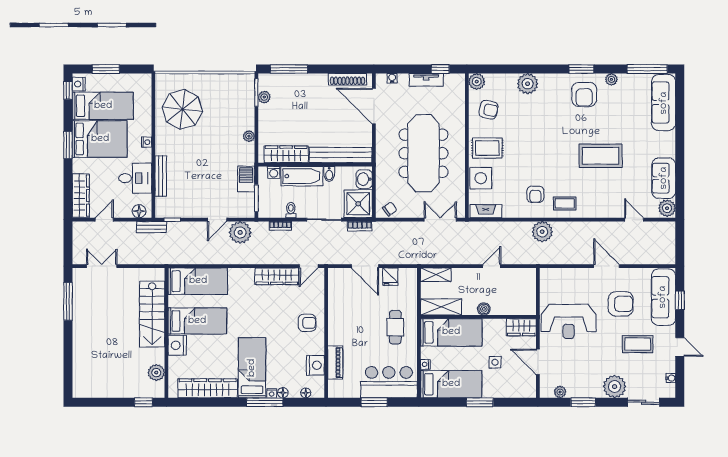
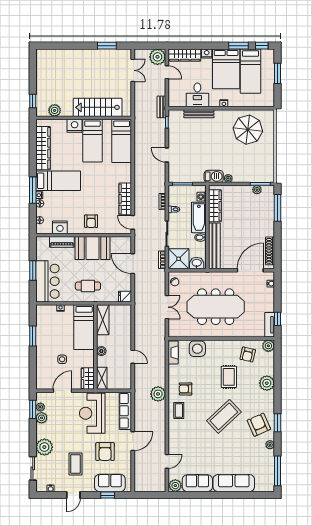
tv unit: (426, 80) -> (270, 325), moved
nightstand: (79, 84) -> (207, 53), moved
armchair: (584, 94) -> (259, 425), turned 66
sofa: (664, 103) -> (234, 483), moved
window: (68, 145) -> (238, 46), moved
rug: (487, 148) -> (229, 377), moved
coffee table: (601, 156) -> (224, 416), moved, turned 47
barbecue: (246, 179) -> (214, 176), moved
floor lamp: (139, 211) -> (173, 98), removed
double door: (440, 220) -> (167, 307), moved
plant: (240, 232) -> (157, 57), moved
door: (365, 266) -> (133, 264), hinge flipped
shelving: (436, 275) -> (102, 378), moved
row of seats: (565, 276) -> (125, 411), added
fridge: (390, 277) -> (125, 297), moved
sofa: (663, 297) -> (110, 483), width x0.73
window: (68, 301) -> (107, 46), width x0.69
booth: (344, 321) -> (92, 248), added
bed: (451, 384) -> (46, 327), removed
plant: (575, 390) -> (42, 418), added
window: (480, 402) -> (33, 336), moved
window: (583, 402) -> (33, 409), moved

